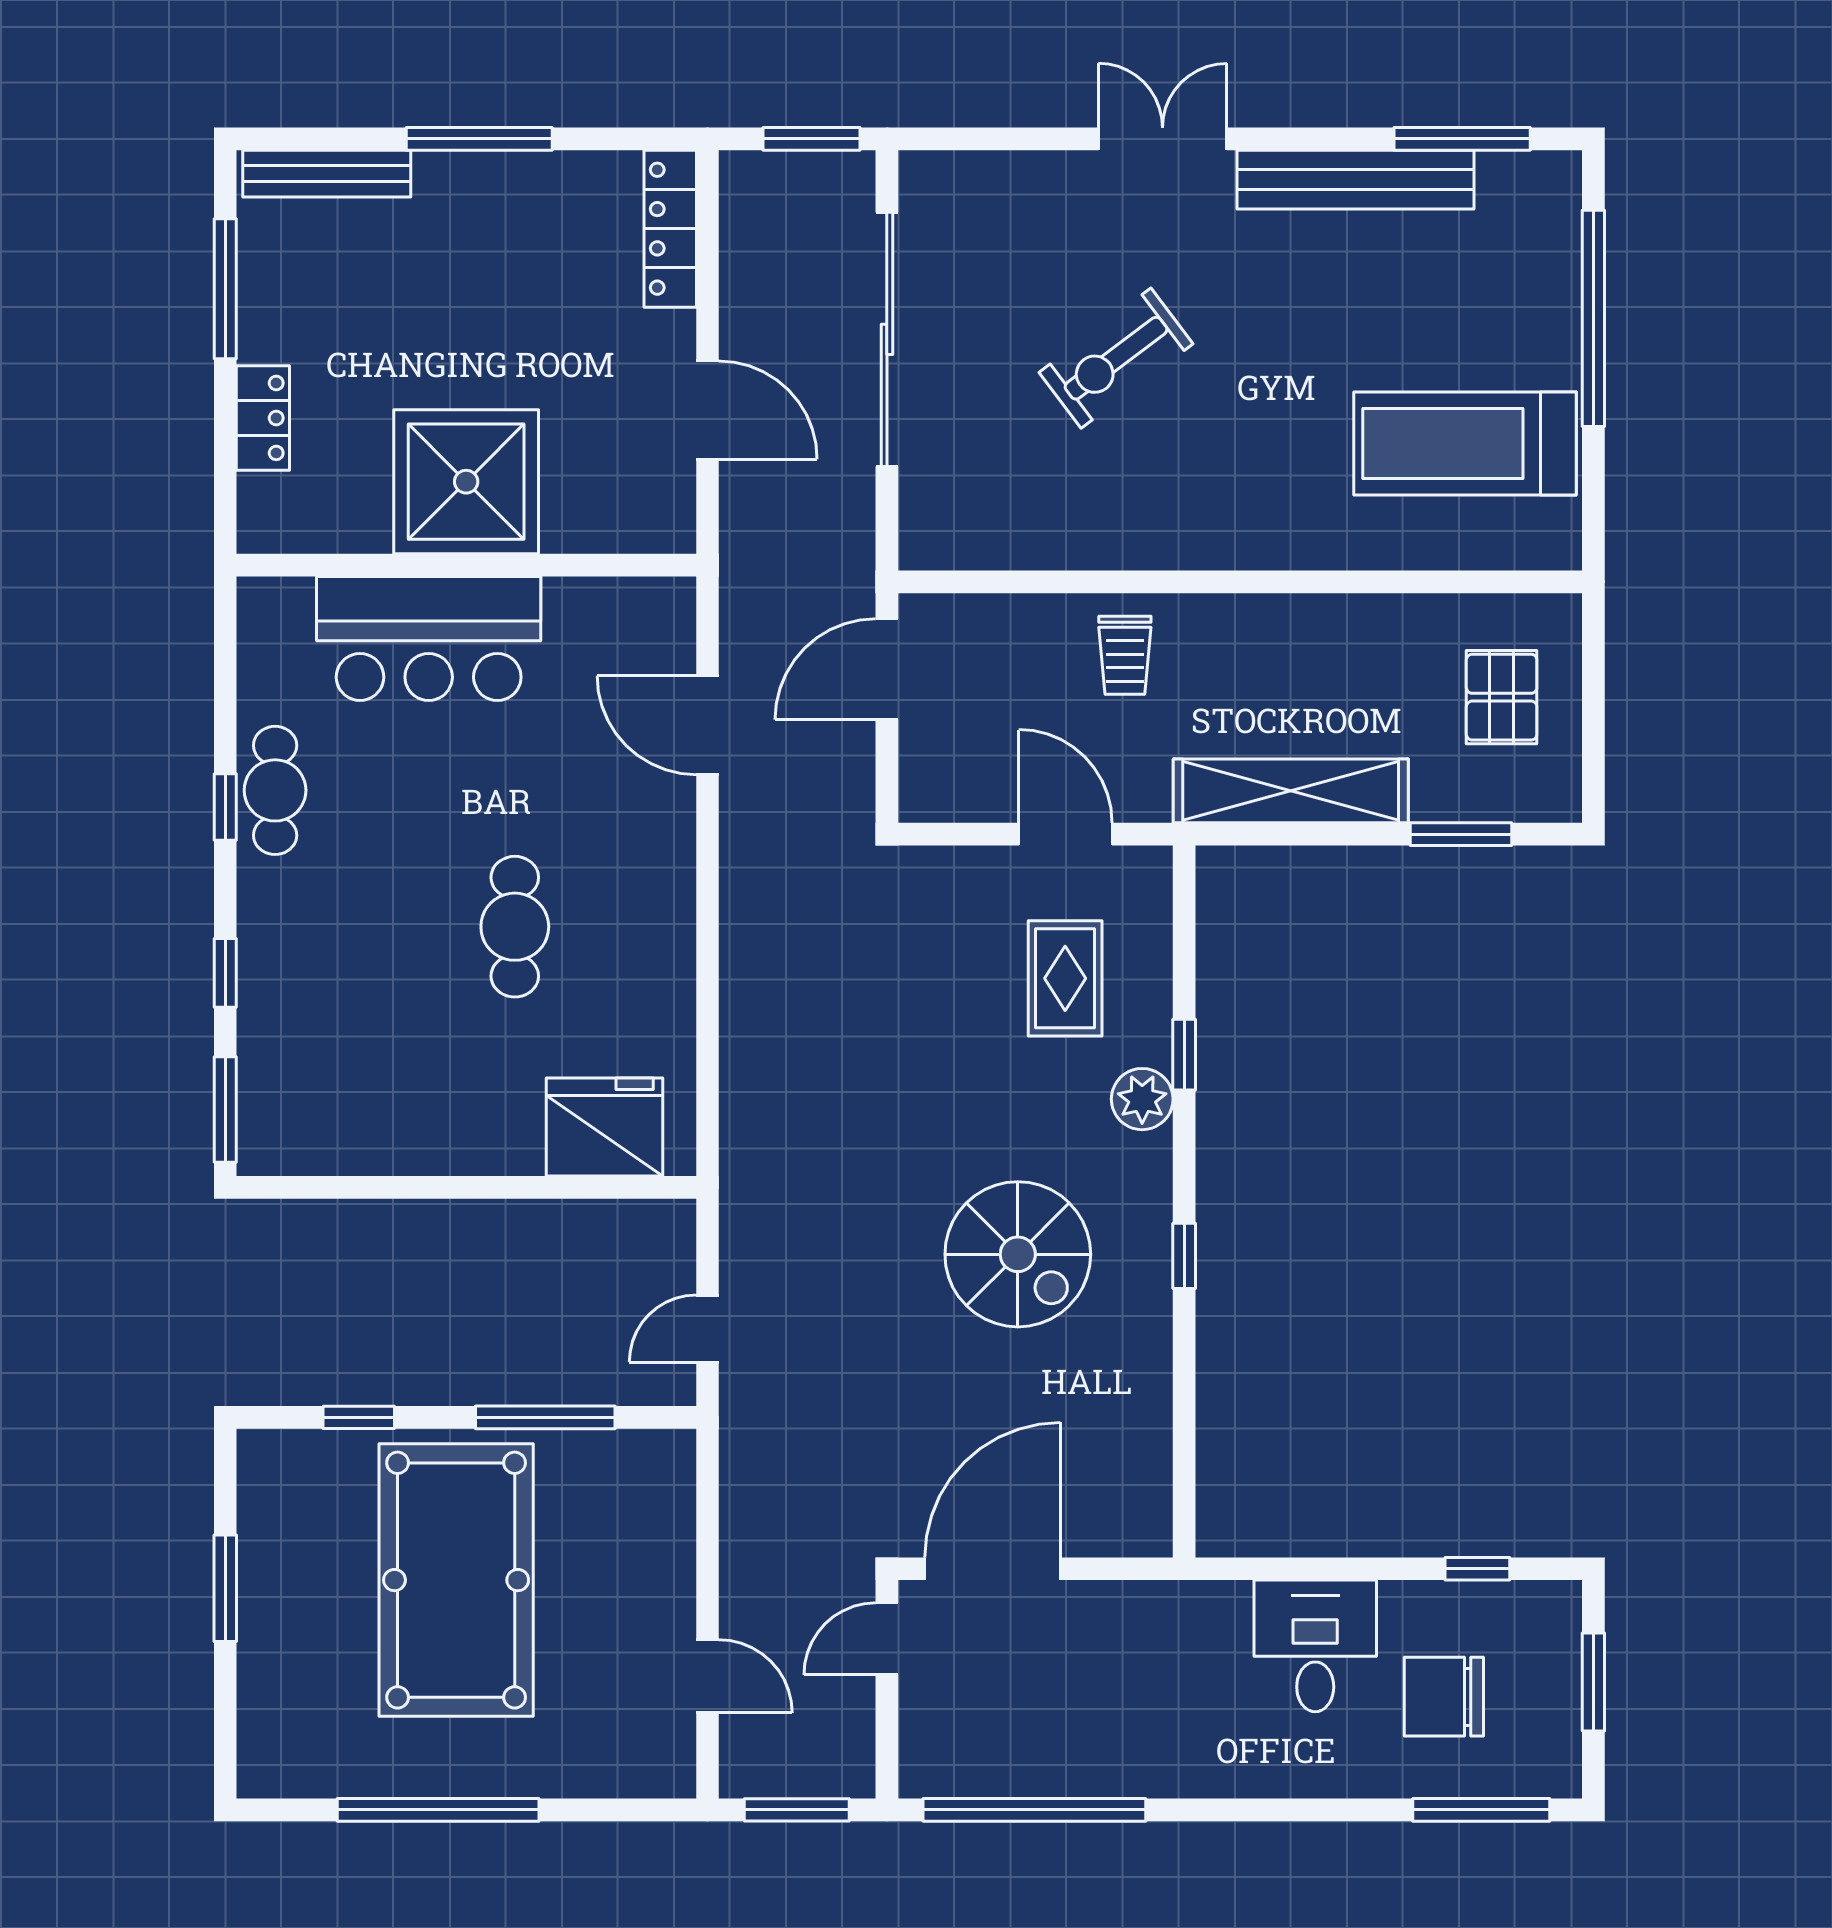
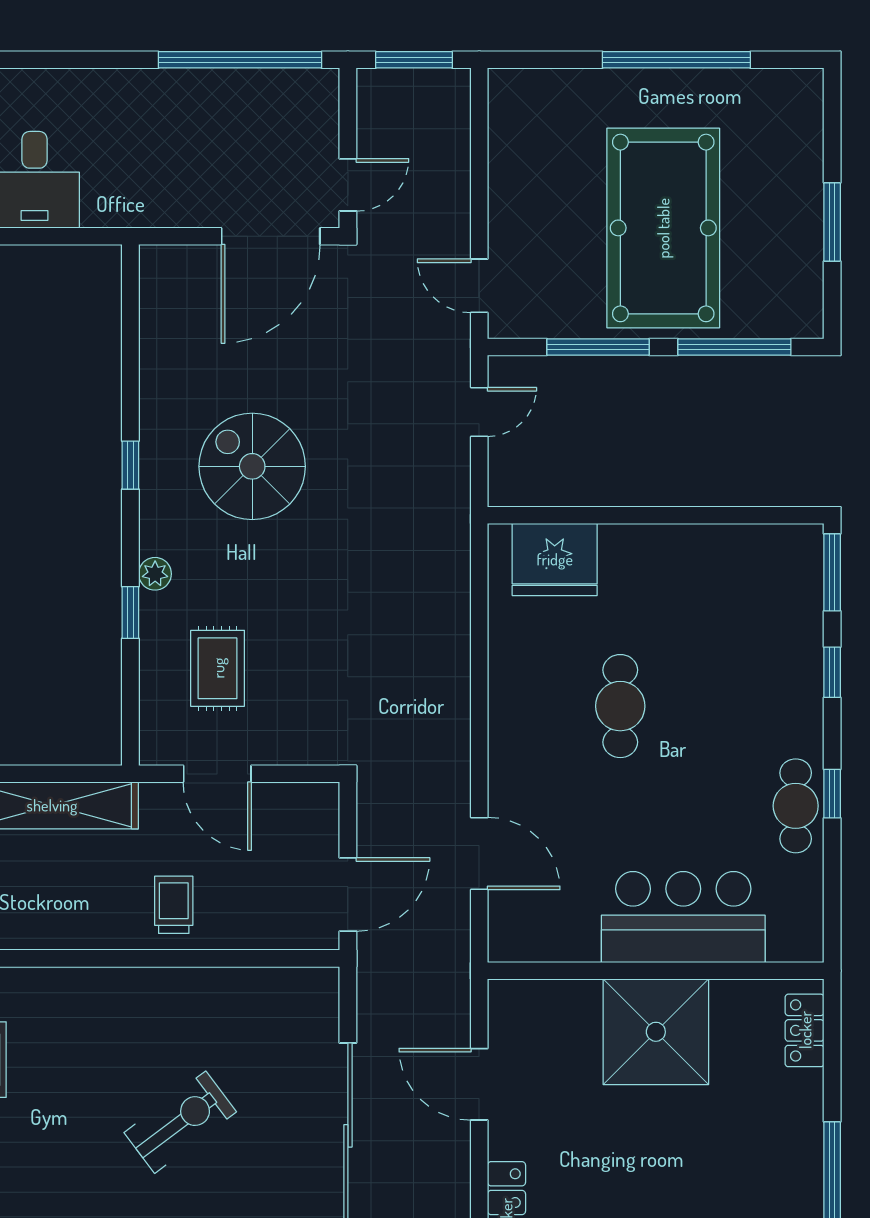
locker: (263, 418) -> (805, 1030), moved
plant: (1142, 1099) -> (155, 574), width x0.73, depth x0.73
window: (359, 1417) -> (734, 347), width x2.17
door: (707, 1676) -> (479, 286), moved

